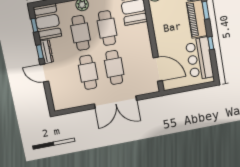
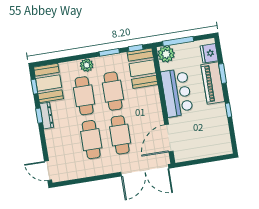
bar counter: (200, 59) -> (177, 93), moved, turned 180
door: (158, 69) -> (169, 138), swing flipped
door: (44, 73) -> (48, 171), moved
double door: (116, 102) -> (145, 170), moved

